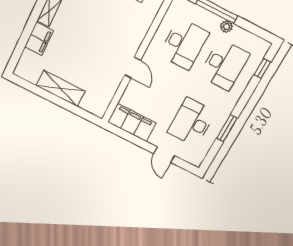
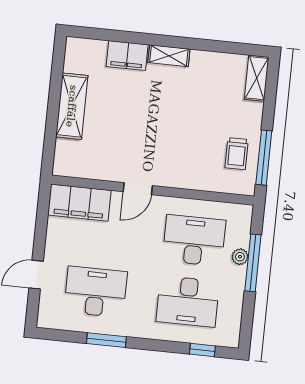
plant: (226, 26) -> (240, 257), moved
desk: (184, 44) -> (194, 240), turned 180
filing cabinet: (132, 122) -> (79, 203), moved, turned 90

